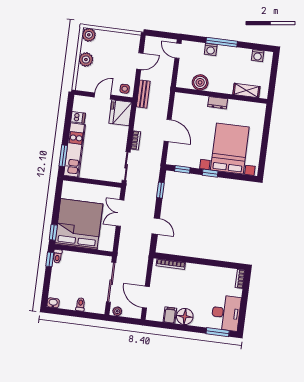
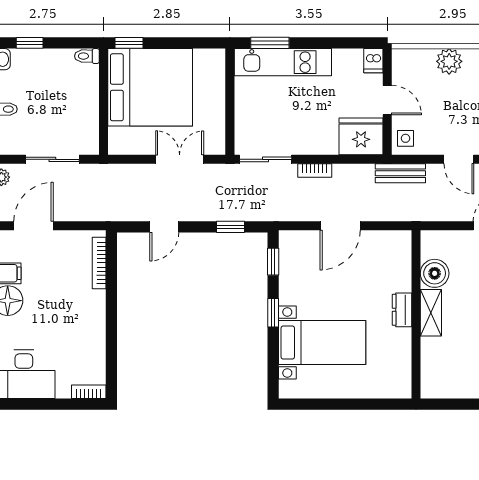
shelving: (246, 90) -> (431, 313), moved
dishwasher: (78, 117) -> (373, 61), moved
bed with nightstands: (230, 148) -> (322, 342), width x0.73
window: (50, 259) -> (30, 43), moved
sliding door: (111, 282) -> (52, 159), width x0.73

